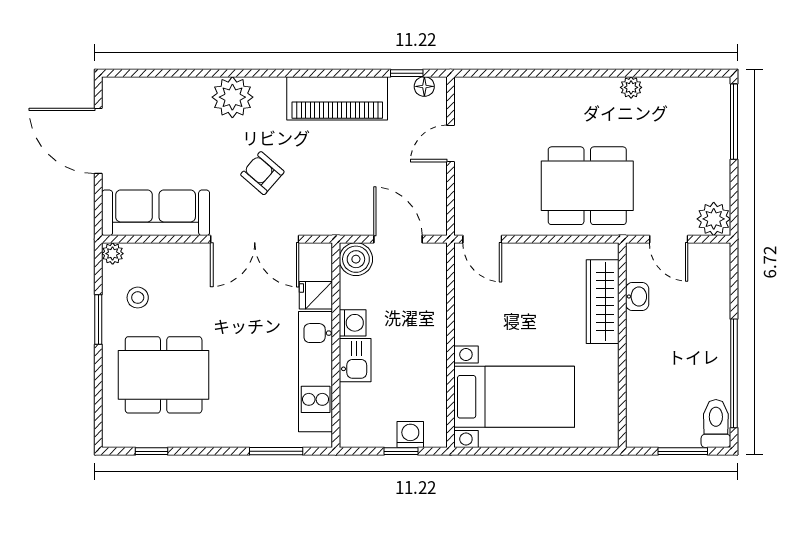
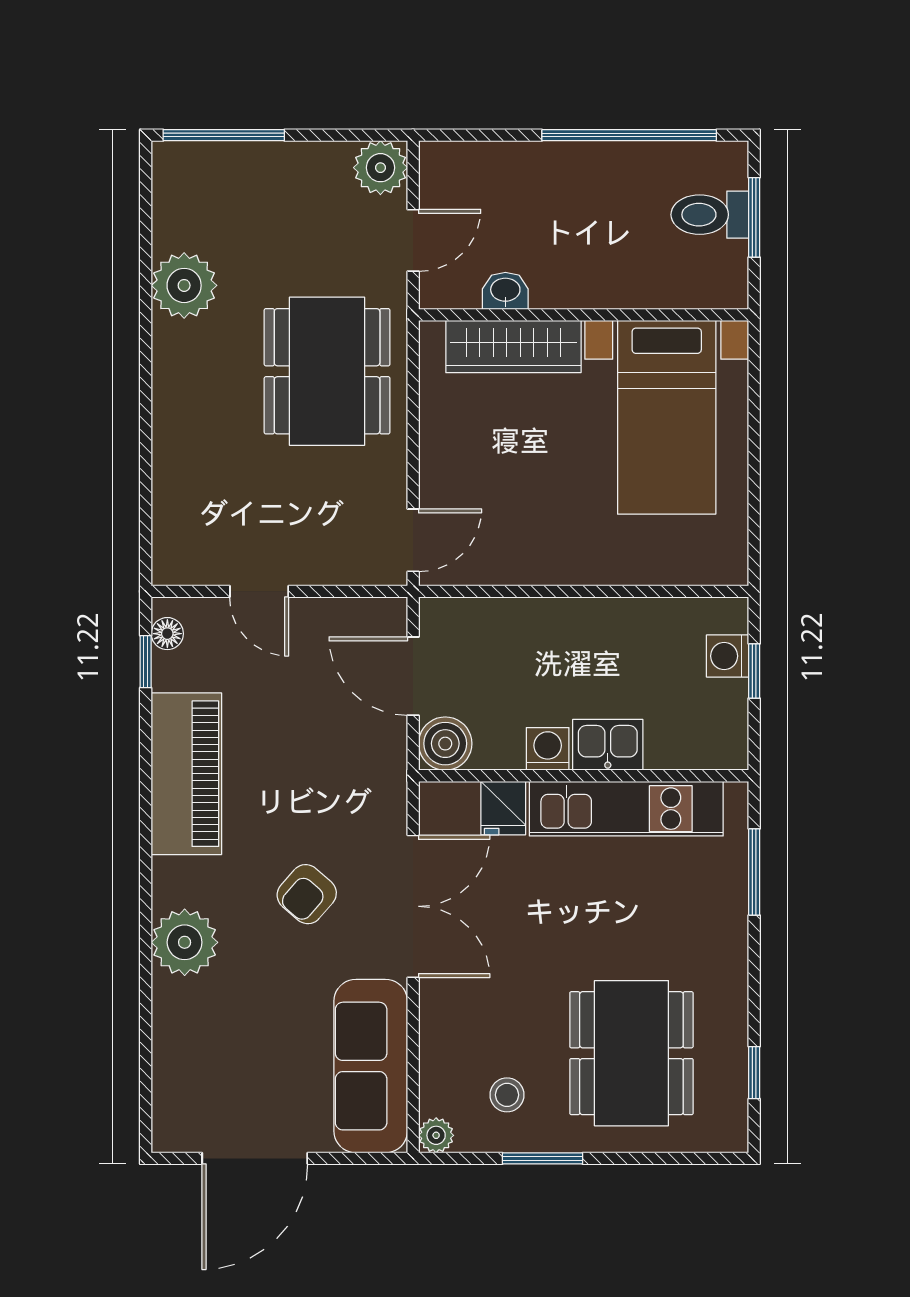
plant: (631, 87) -> (184, 285), width x1.87, depth x1.87
door: (398, 239) -> (413, 676), hinge flipped
bed with nightstands: (514, 397) -> (667, 417), moved, turned 180
toilet: (716, 424) -> (710, 215), moved

